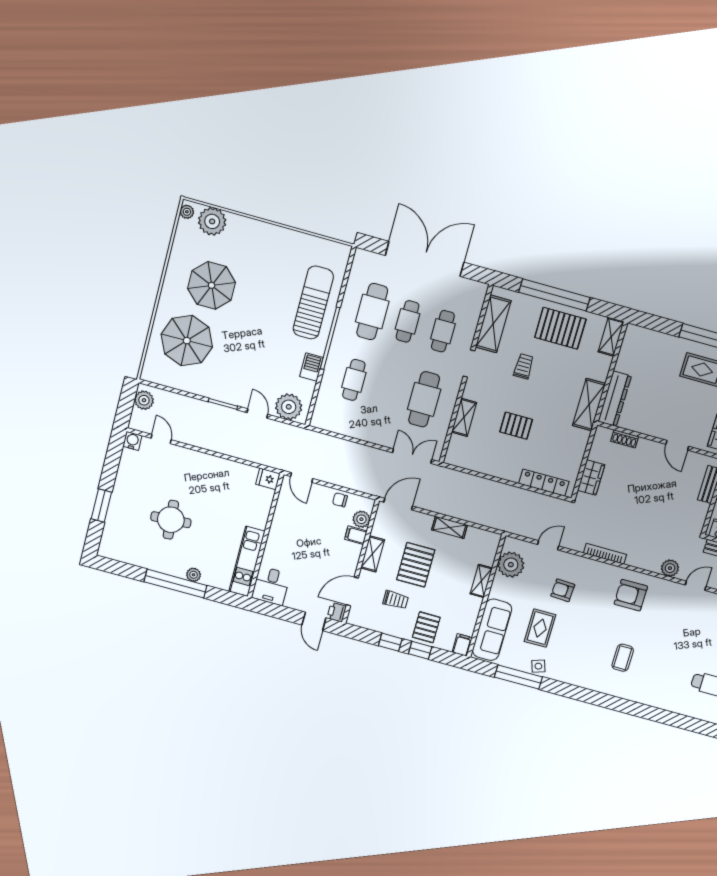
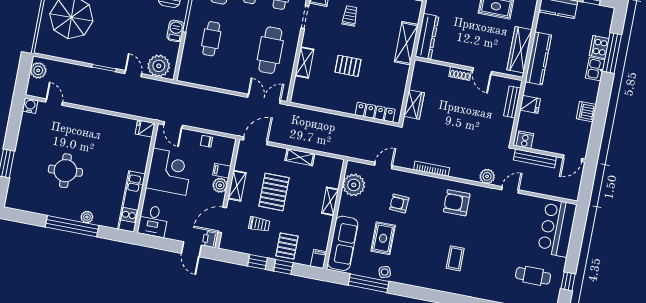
shoe rack: (625, 439) -> (460, 74), moved
plant: (361, 519) -> (220, 185), moved
corner desk: (294, 531) -> (169, 172), added

